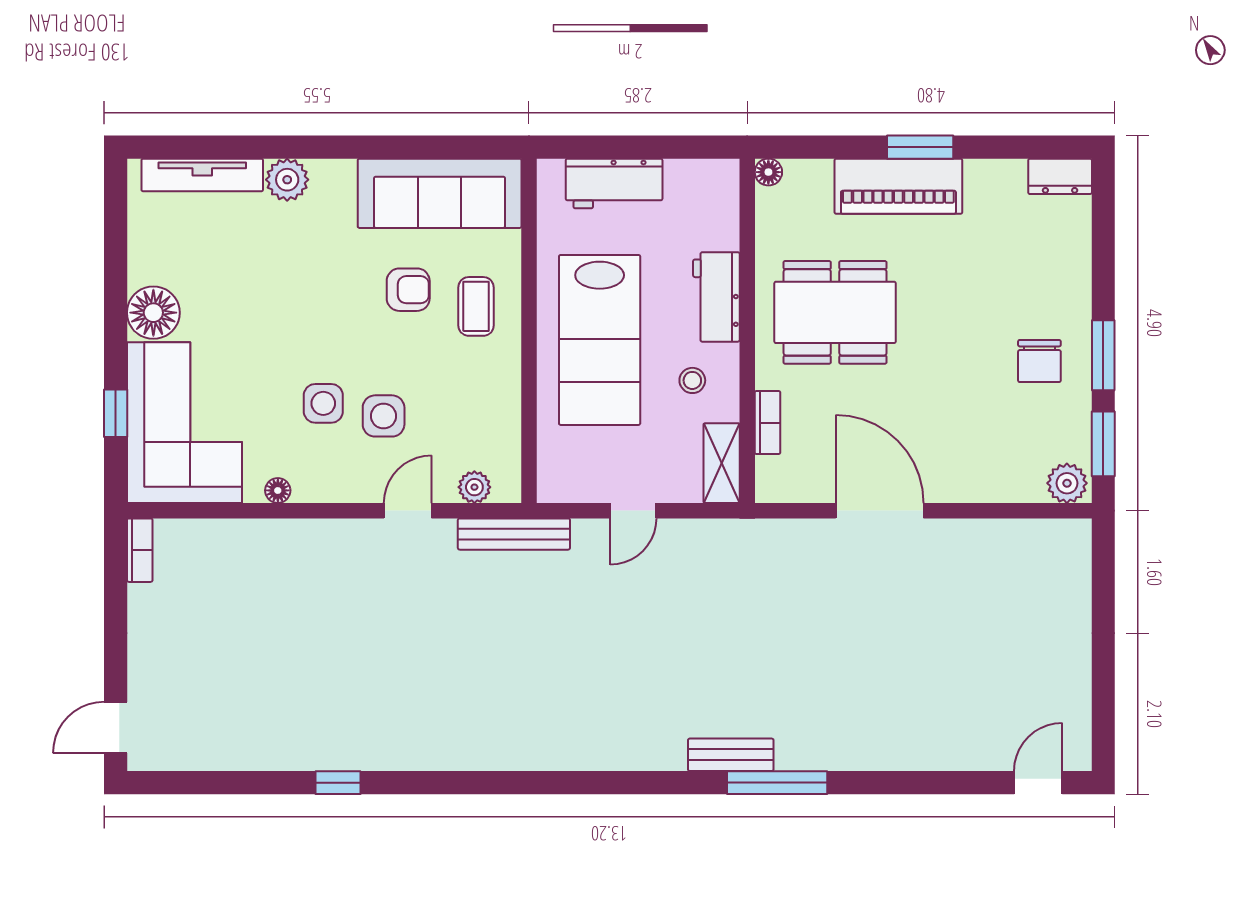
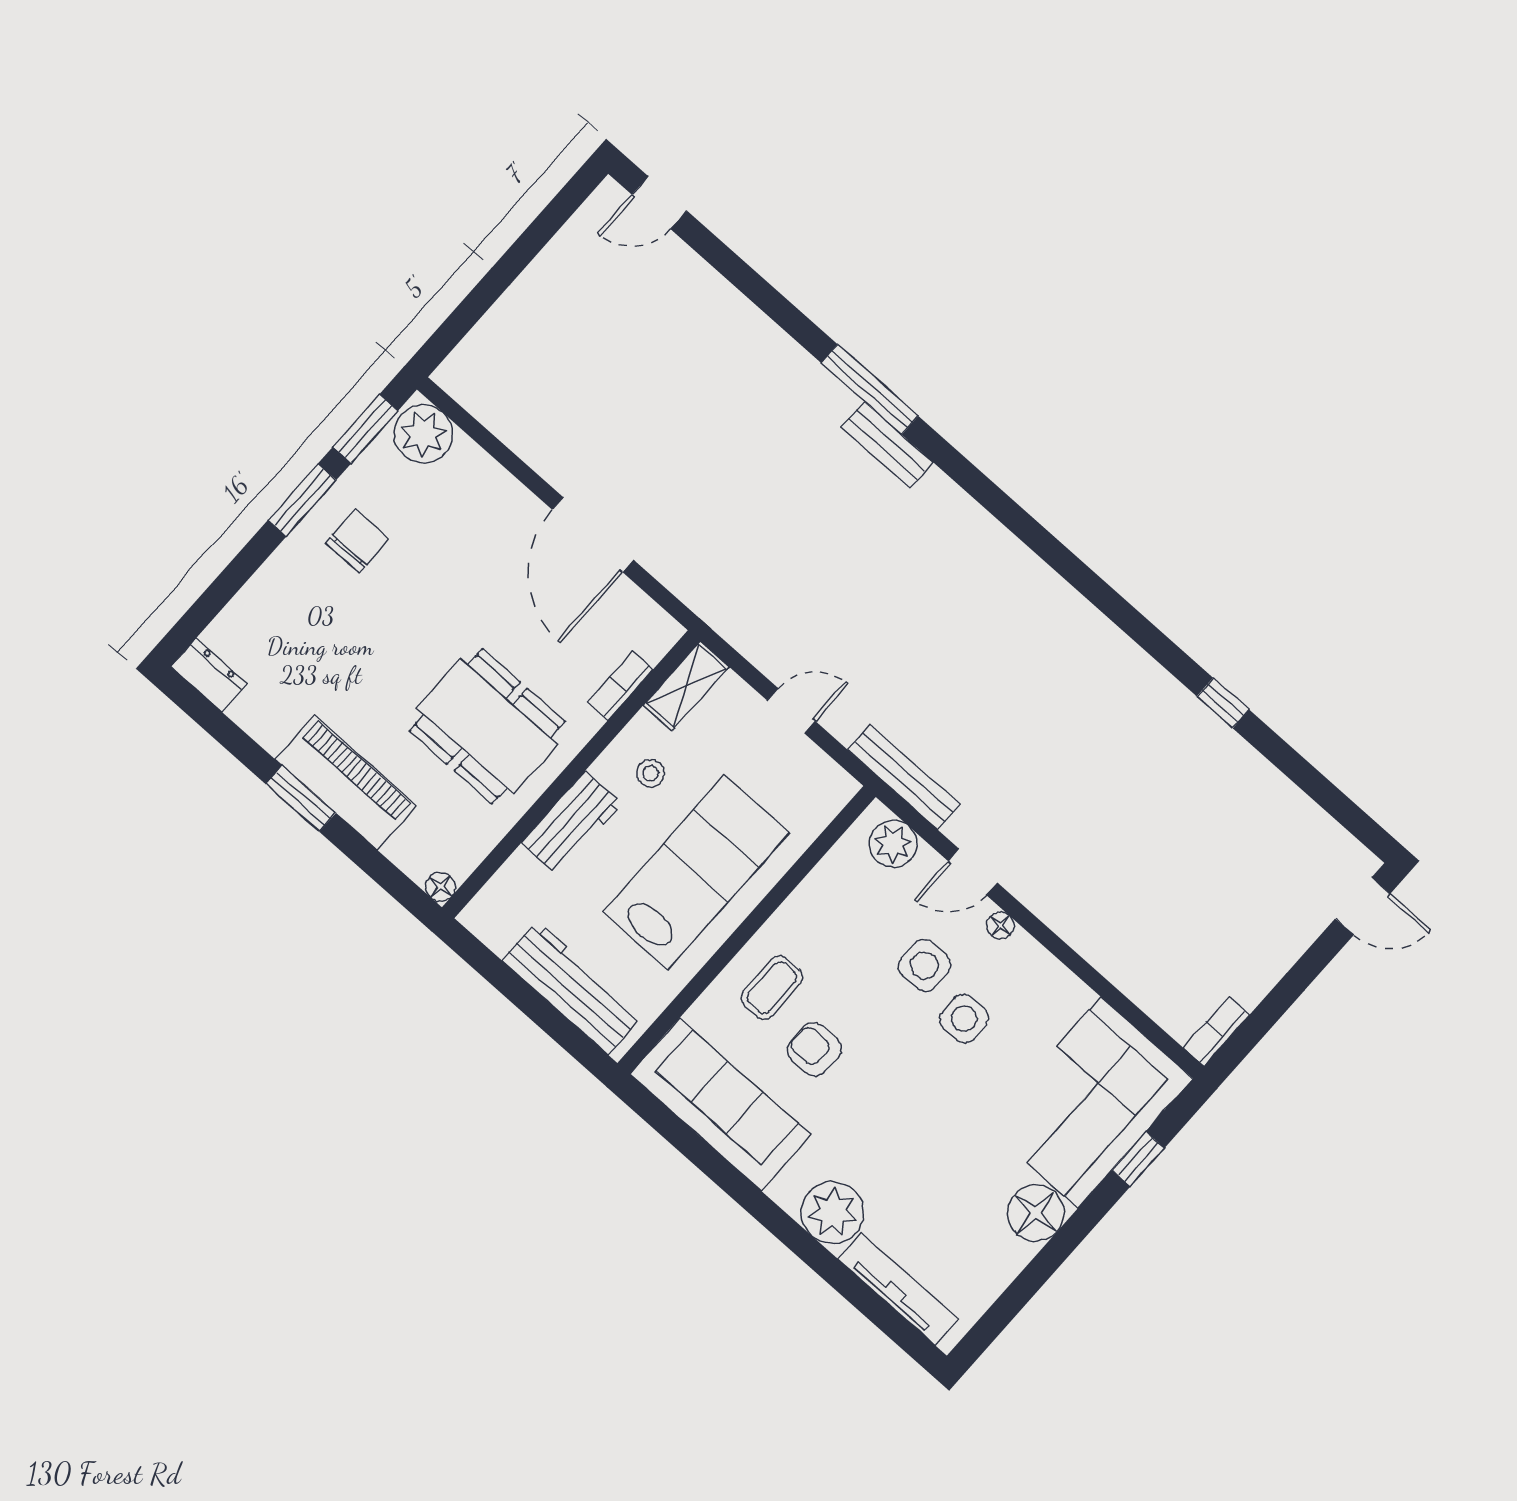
plant: (287, 180) -> (833, 1213), width x1.36, depth x1.36
workbench: (614, 183) -> (573, 988), width x1.37
plant: (1067, 483) -> (423, 434), width x1.36, depth x1.36
plant: (474, 487) -> (893, 844), width x1.38, depth x1.38
floor lamp: (278, 490) -> (1000, 926), moved

